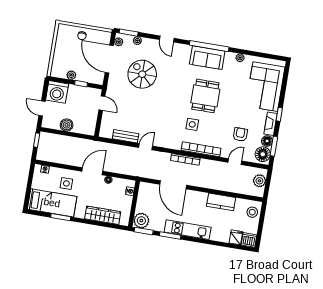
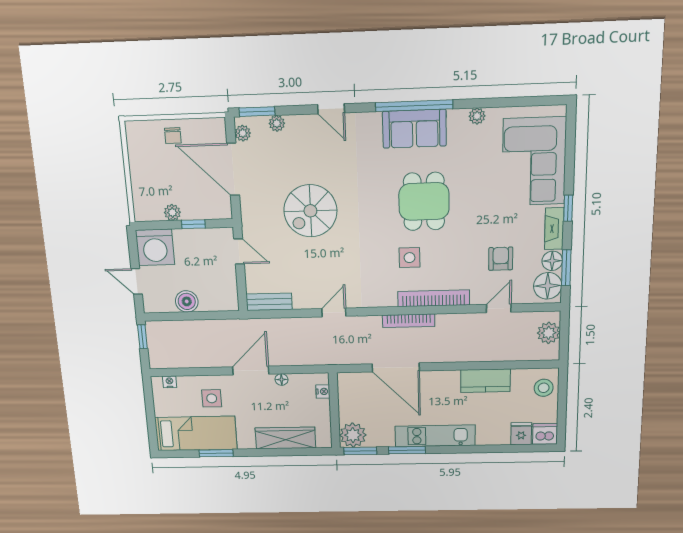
spiral stairs: (142, 74) -> (310, 211), moved, turned -90
bench: (126, 136) -> (269, 302), moved

